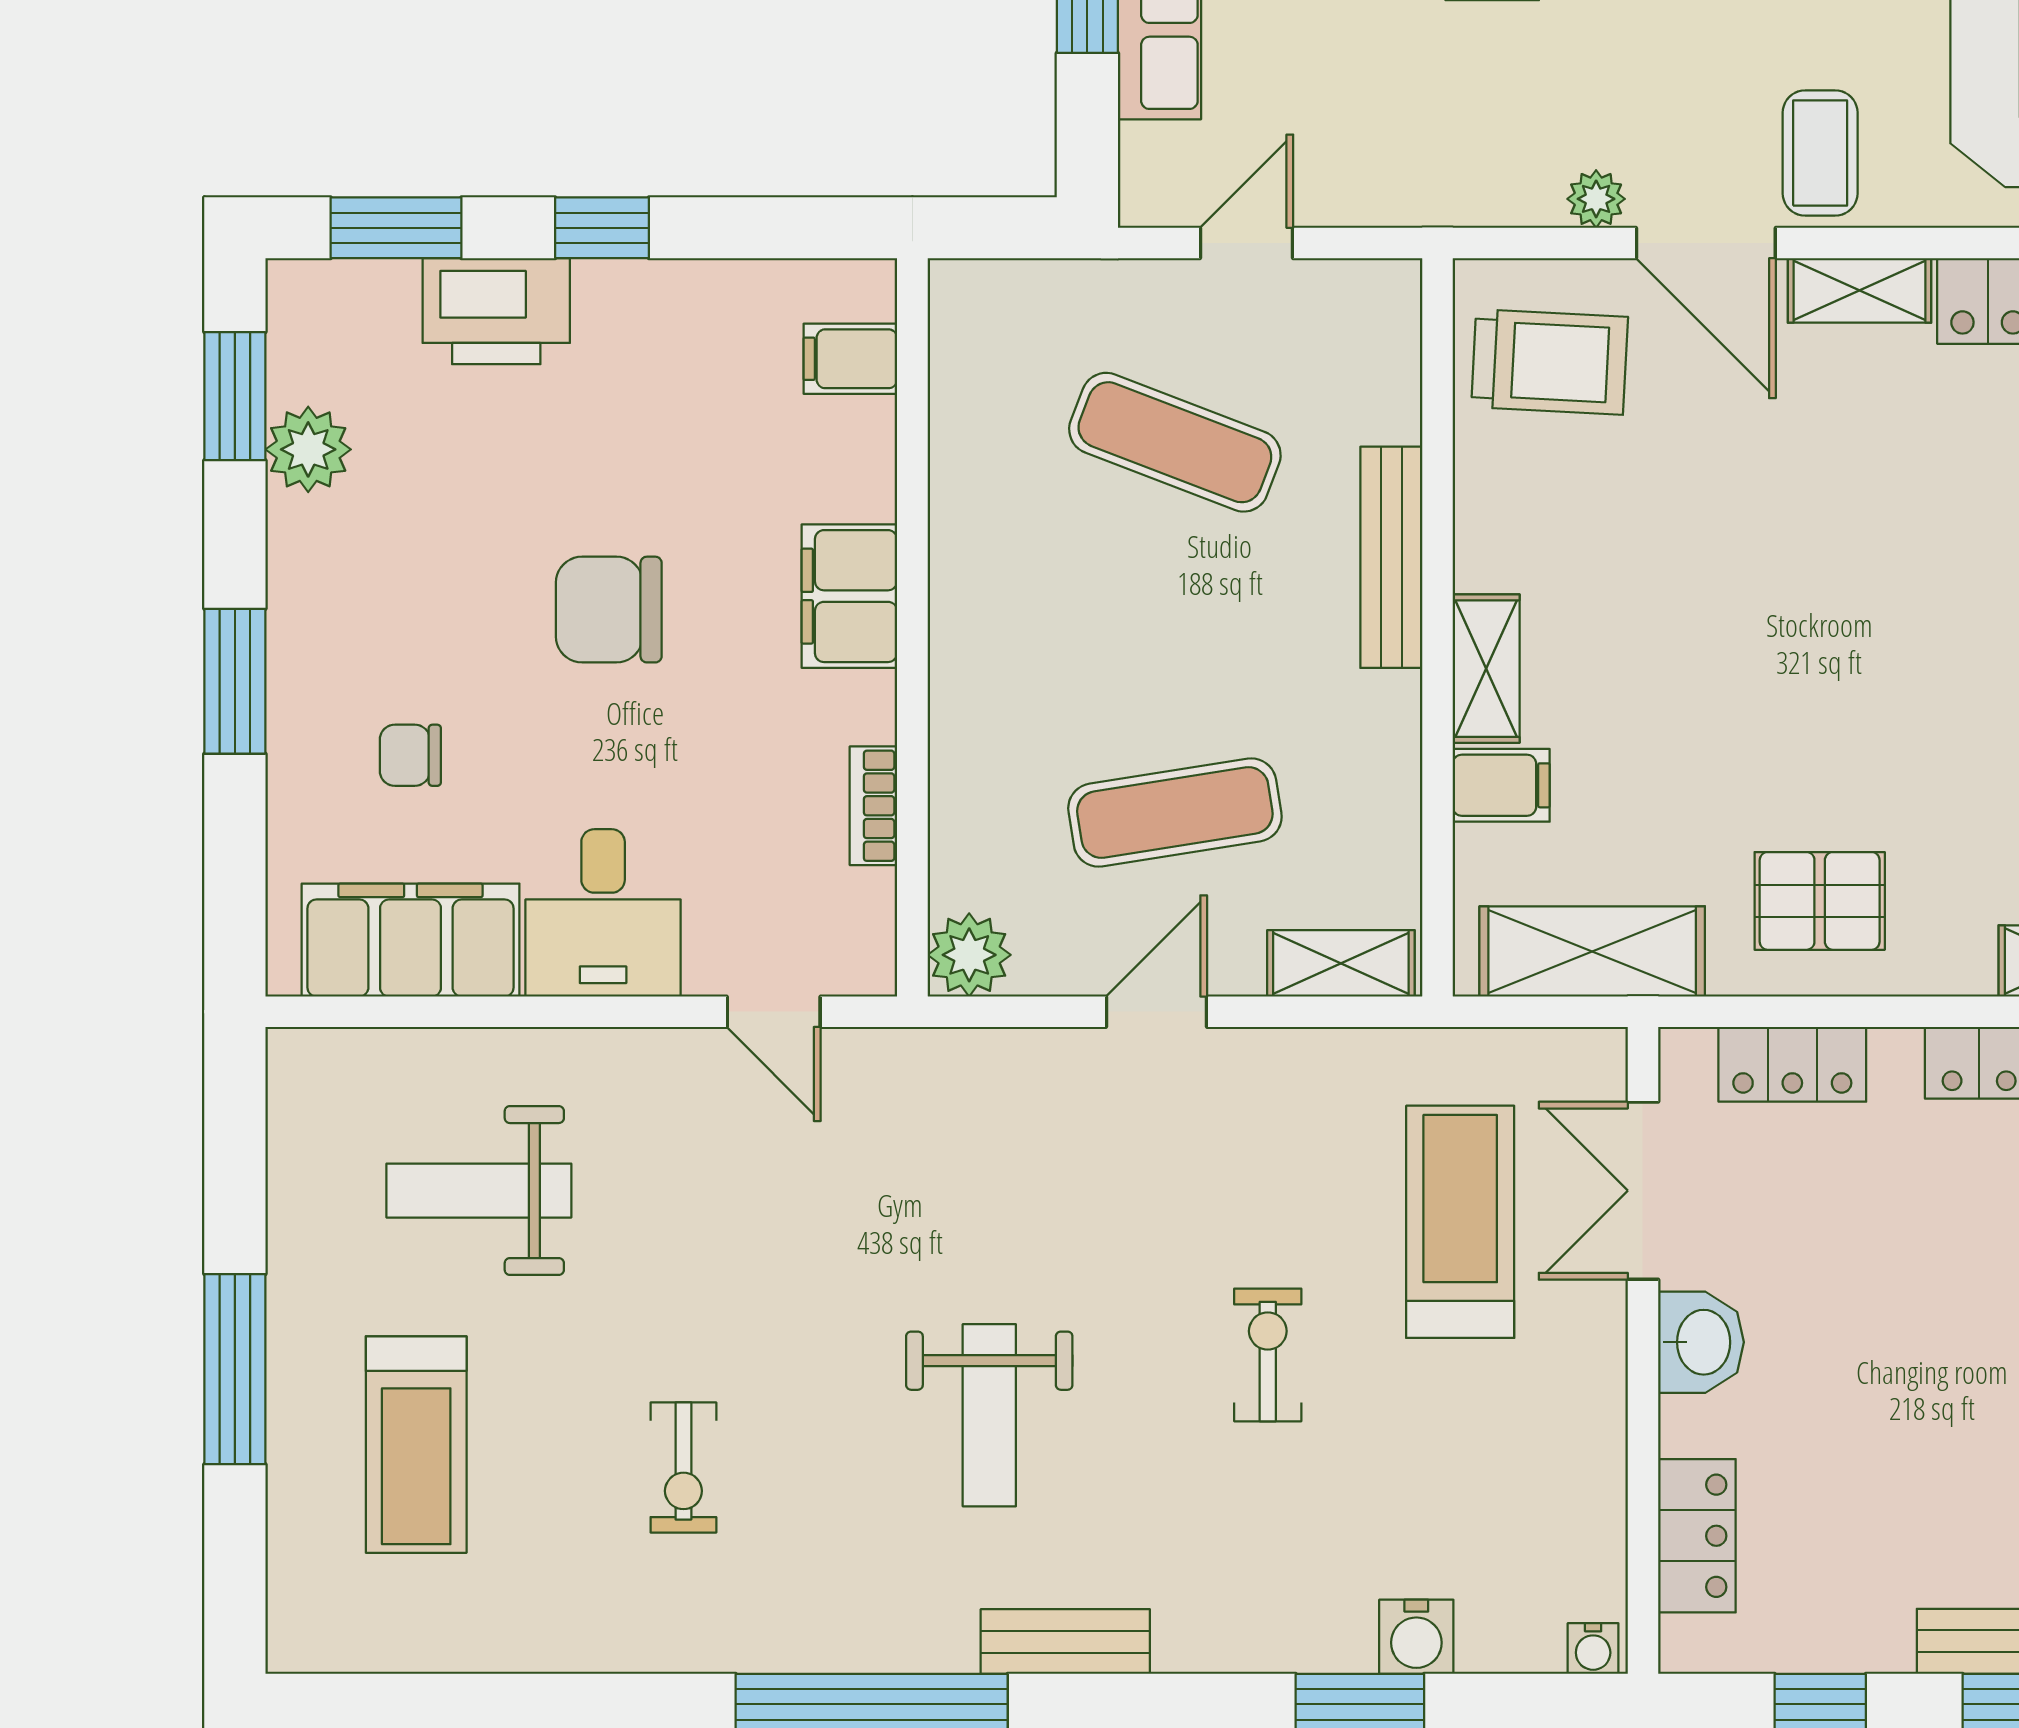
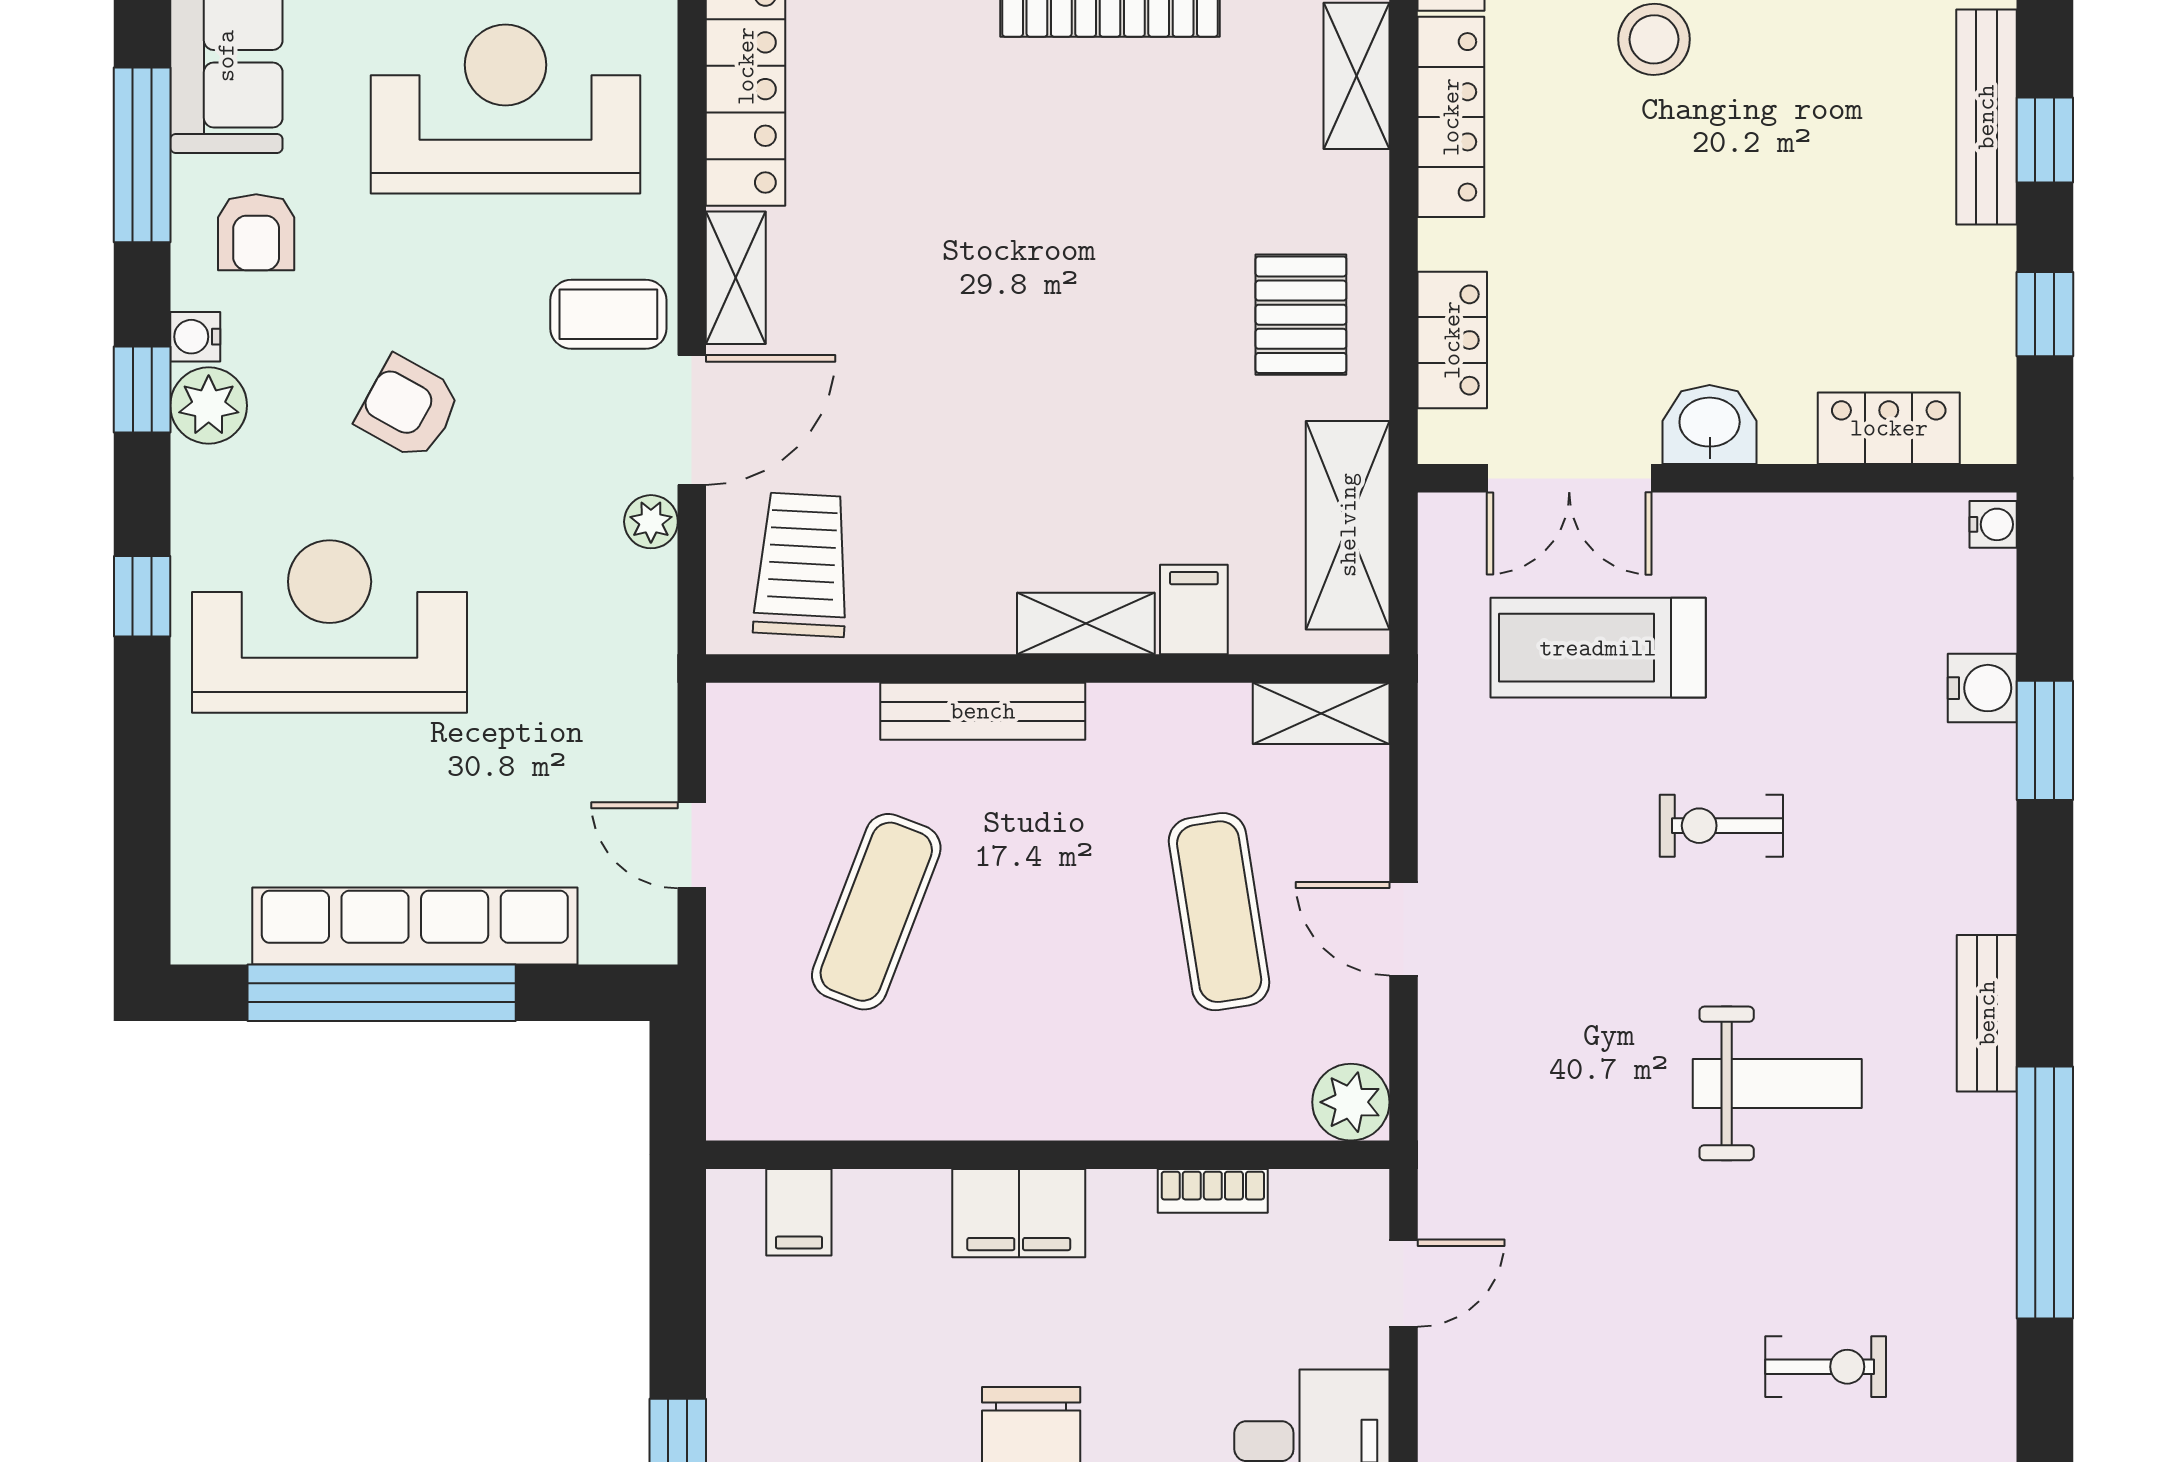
shelving: (1341, 963) -> (1321, 713), moved, turned 90

